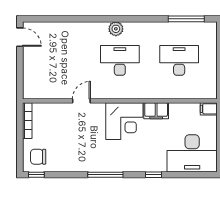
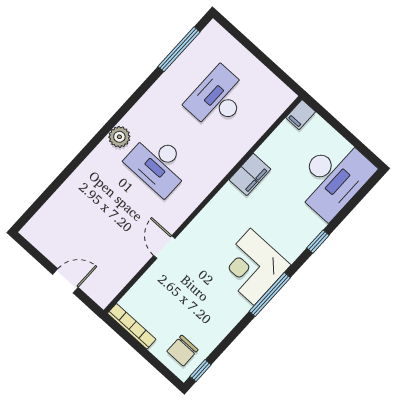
door: (20, 37) -> (65, 281), moved
desk: (120, 60) -> (158, 164), turned -90
corner desk: (124, 121) -> (252, 267), moved, turned 180

